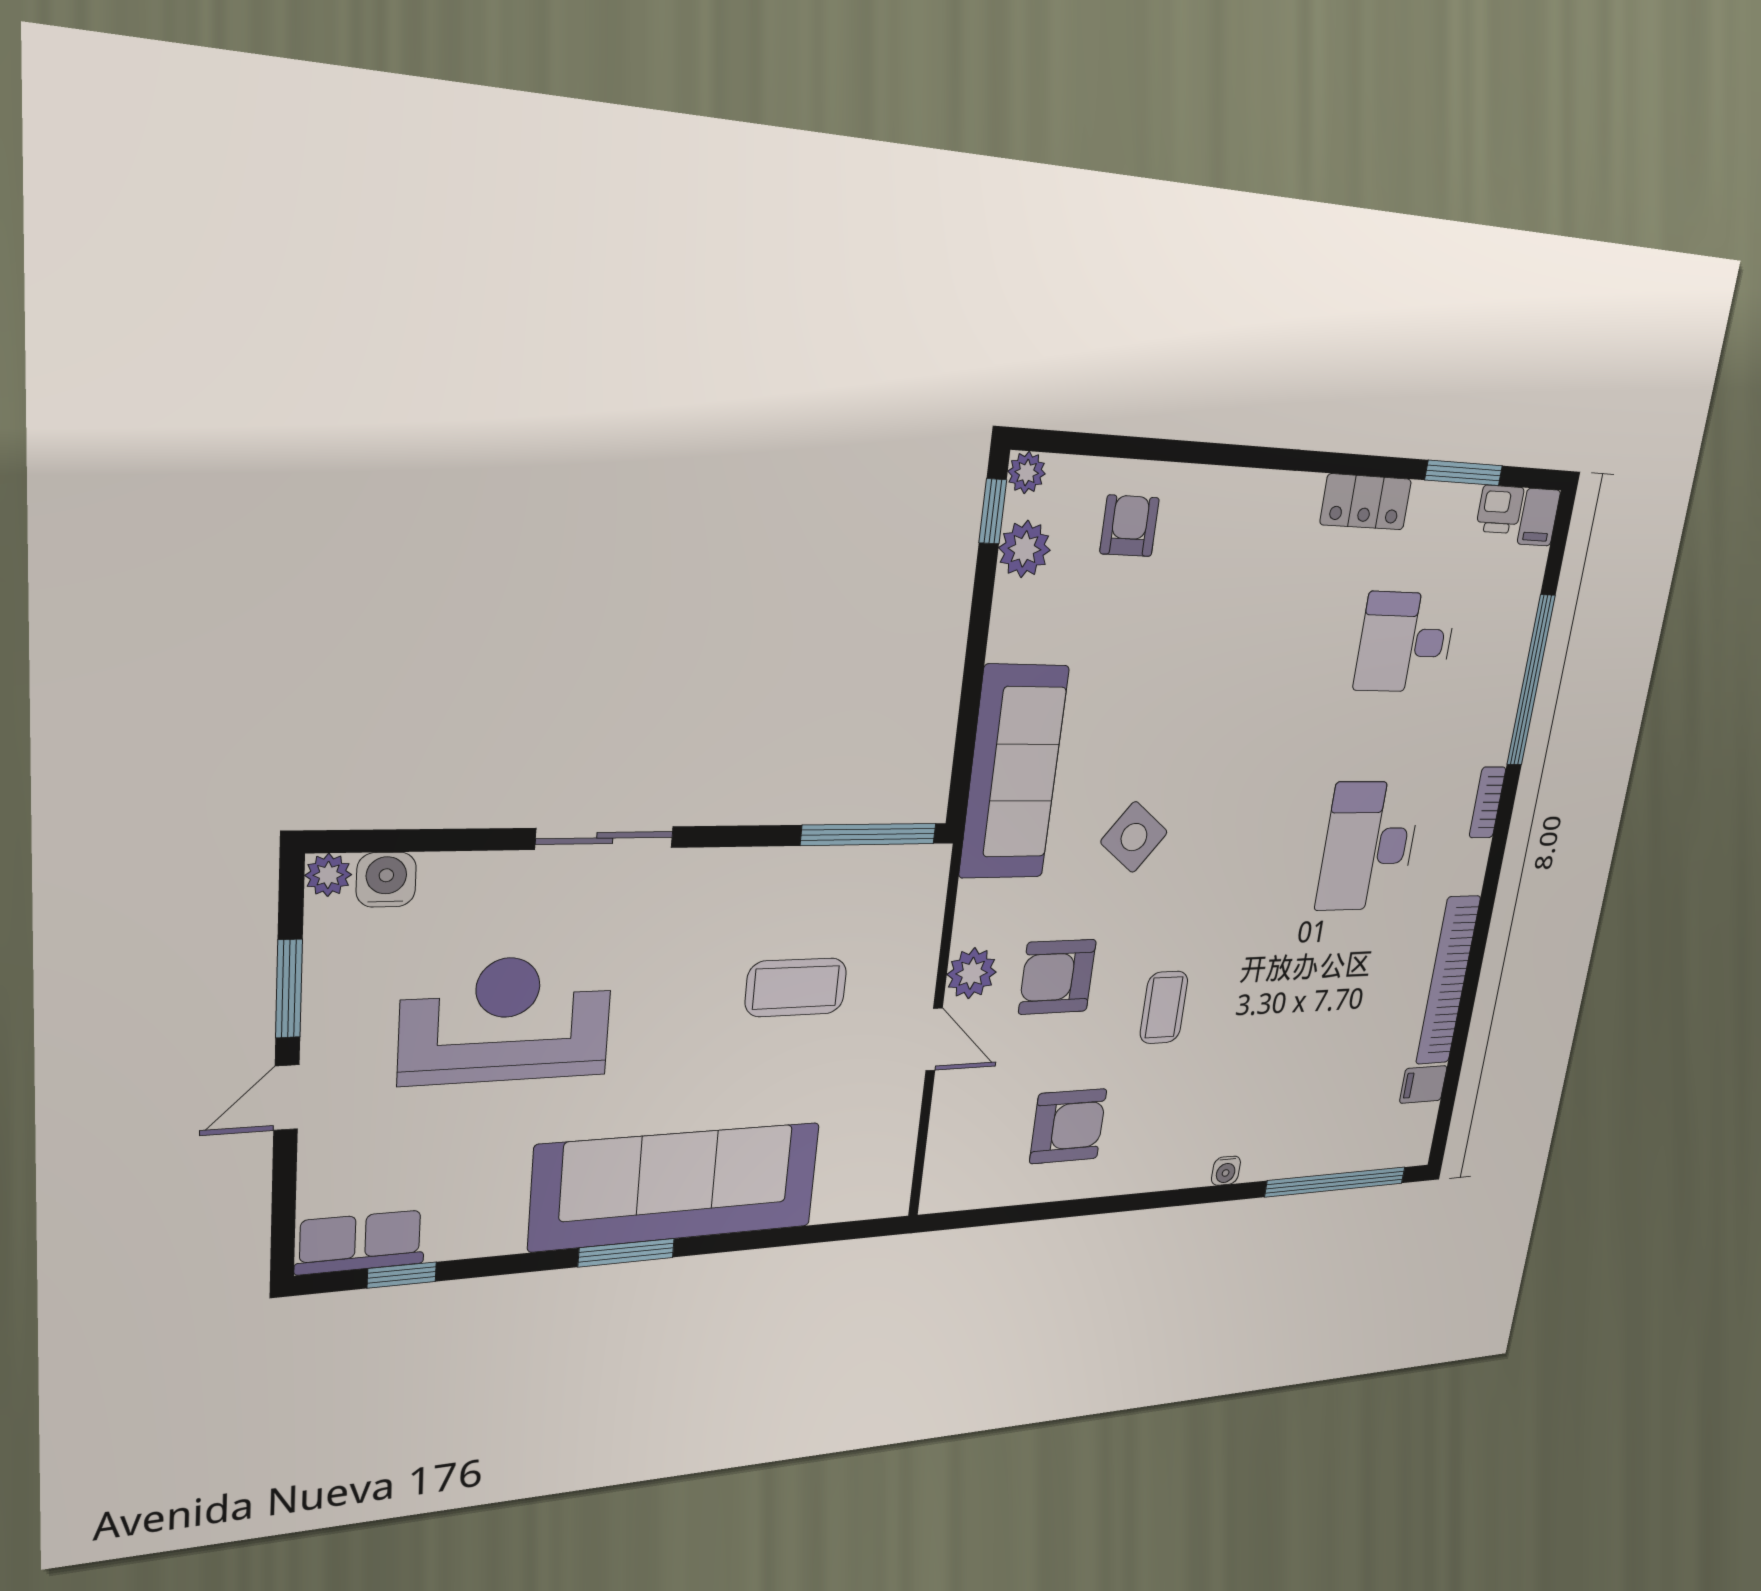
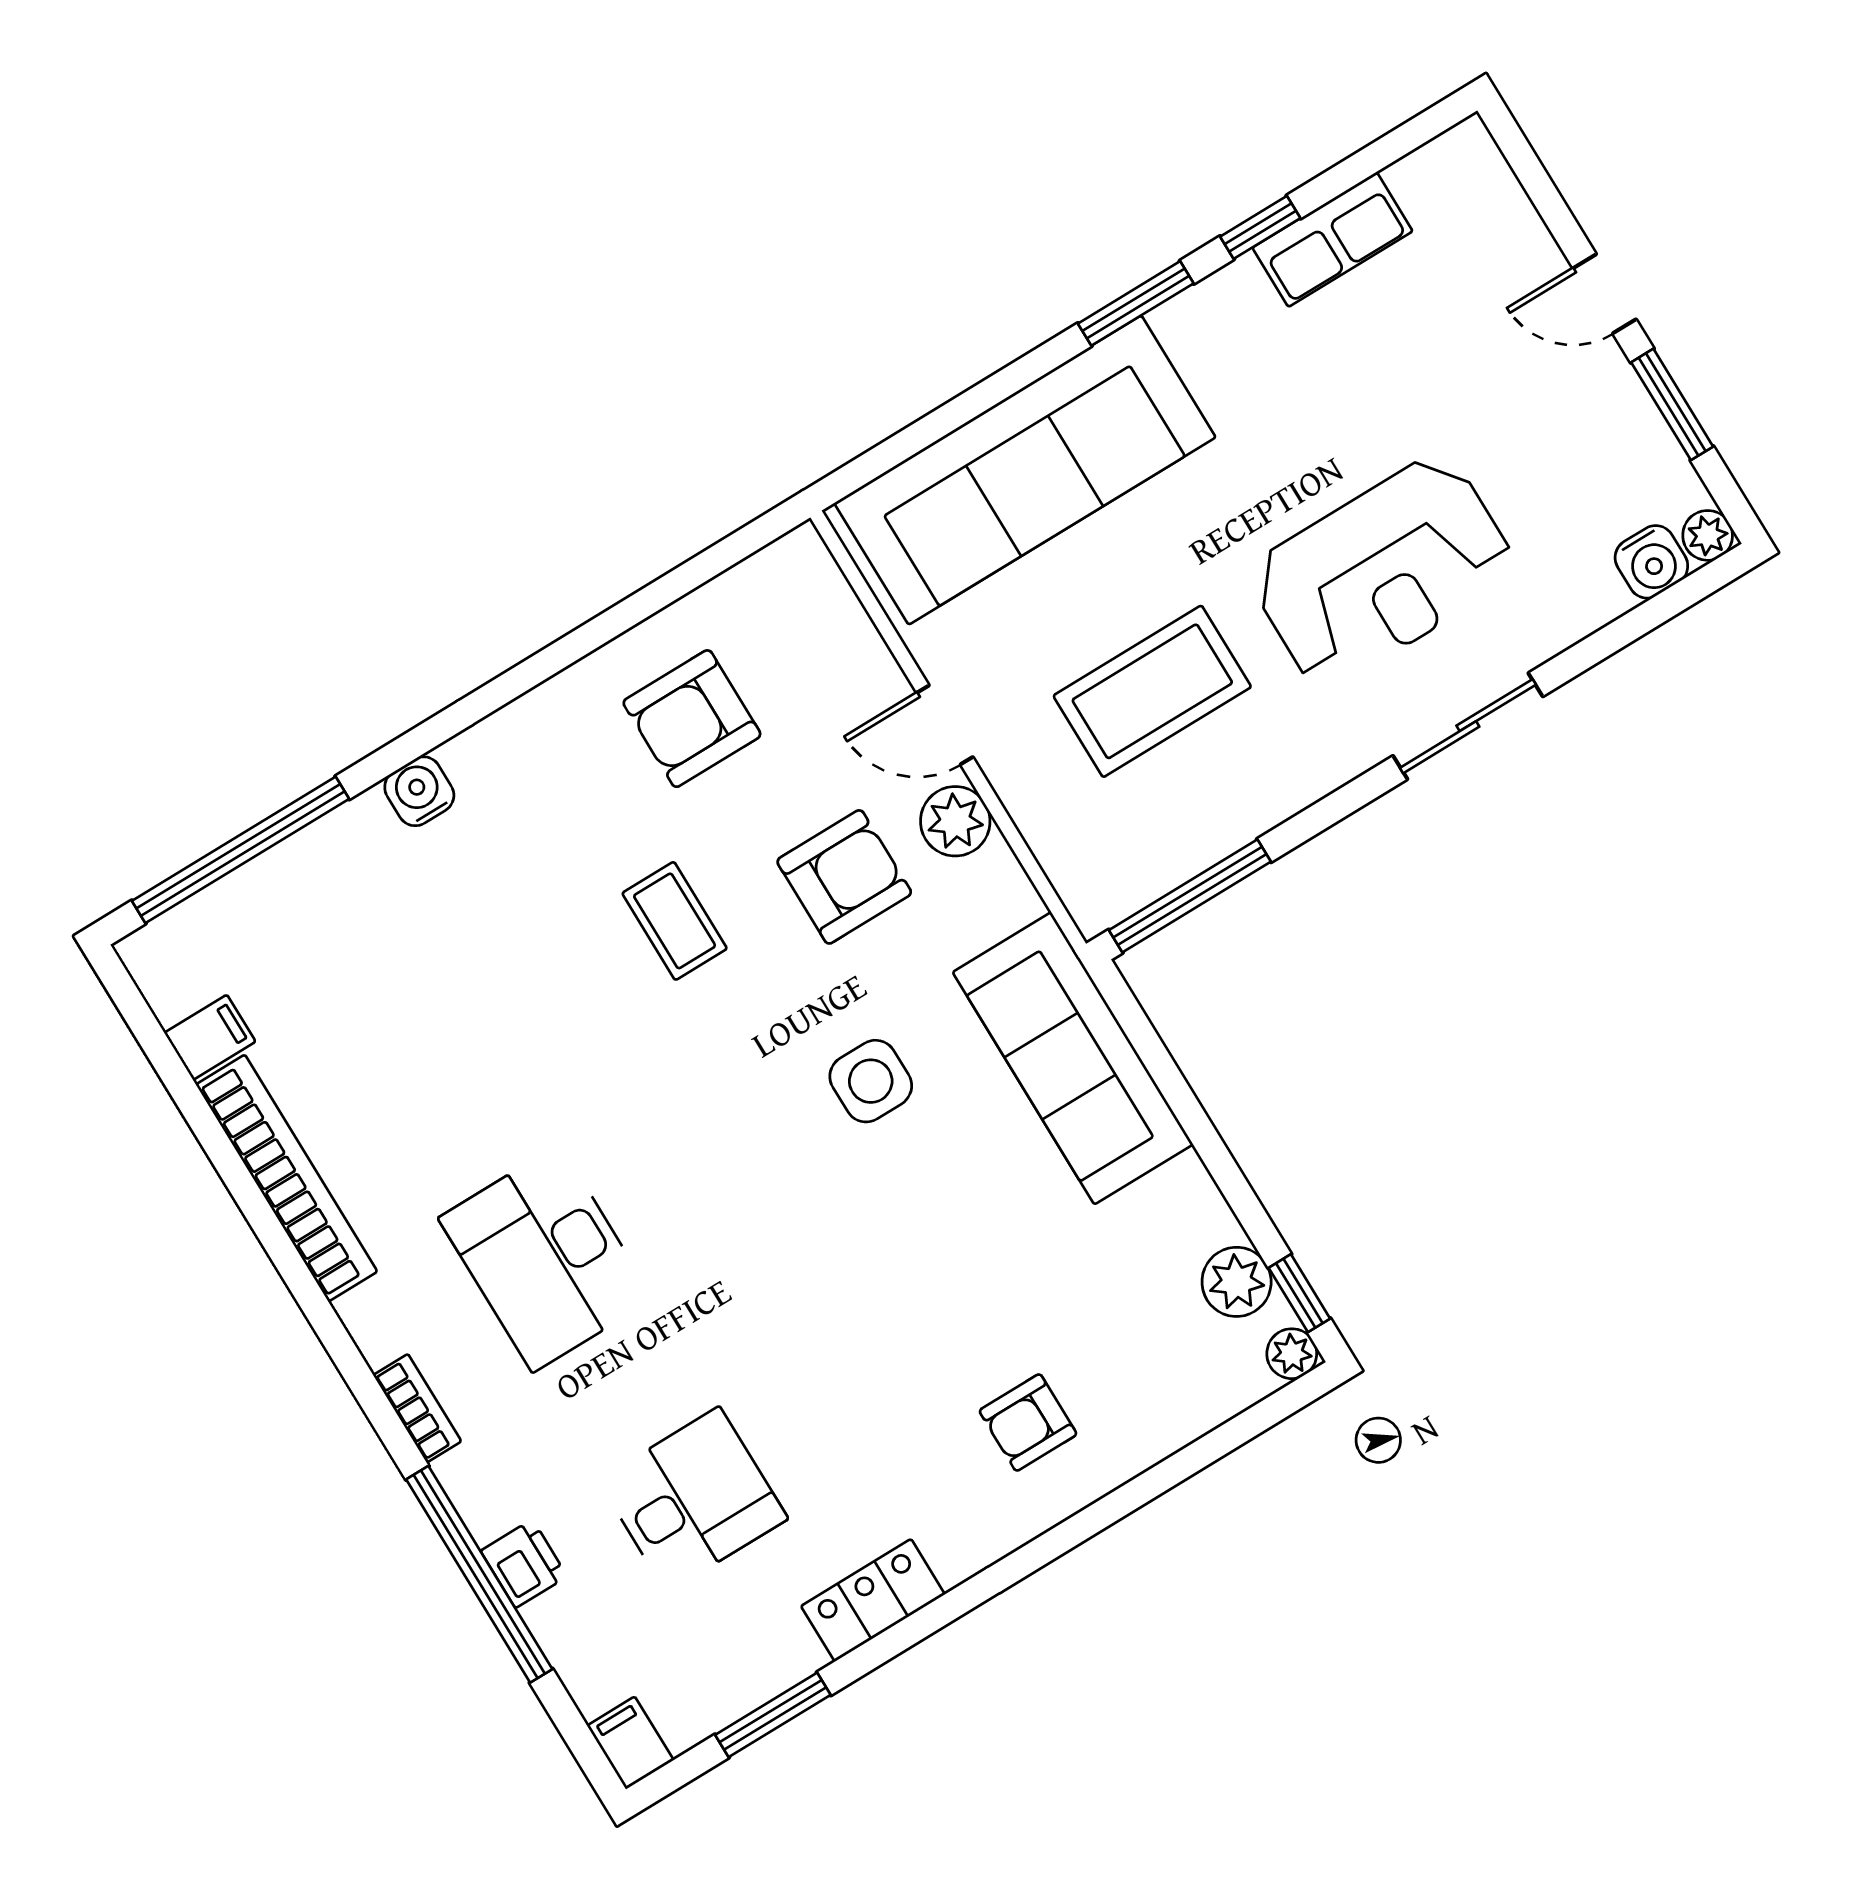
printer: (1500, 509) -> (524, 1564), moved, turned 90
armchair: (1130, 526) -> (1028, 1422), moved, turned 90
side table: (1134, 837) -> (871, 1081), turned -38
desk: (1369, 846) -> (546, 1258), turned 180
coffee table: (796, 987) -> (1152, 691), width x1.36, depth x1.32
reception desk: (506, 1020) -> (1382, 571), moved
door: (286, 1098) -> (1605, 294), swing flipped
water cooler: (1226, 1171) -> (419, 791), width x1.38, depth x1.38
sofa: (676, 1186) -> (1025, 470), moved
row of seats: (360, 1242) -> (1333, 239), moved
window: (402, 1275) -> (1260, 227), moved

